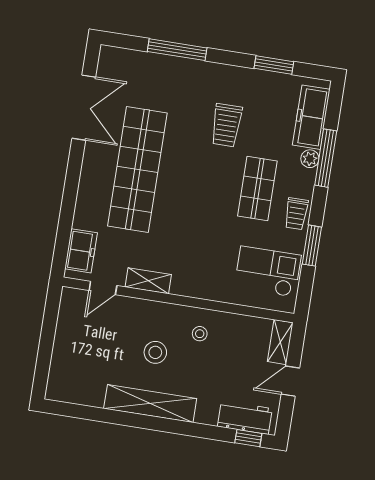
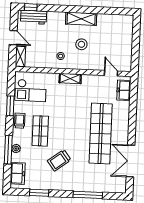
freezer: (311, 117) -> (18, 173), width x0.71
trolley: (226, 125) -> (59, 160), turned -127
shelving: (148, 281) -> (70, 78), moved
door: (103, 288) -> (111, 73), hinge flipped
door: (290, 381) -> (13, 38), hinge flipped
shelving: (150, 404) -> (81, 19), width x0.68

